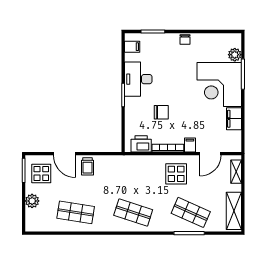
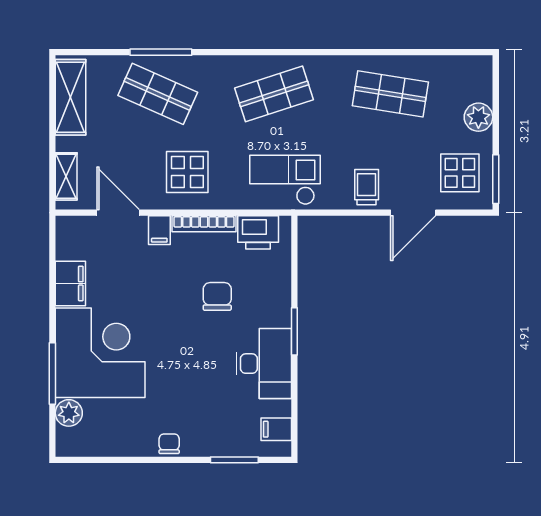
chair: (161, 112) -> (217, 296), turned 90
door: (64, 154) -> (413, 213), swing flipped
door: (210, 154) -> (118, 213), hinge flipped
checkout: (128, 170) -> (285, 180), added
shop shelf: (133, 212) -> (274, 94), turned -36

